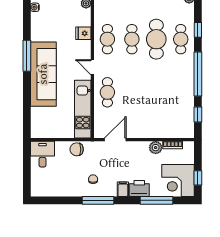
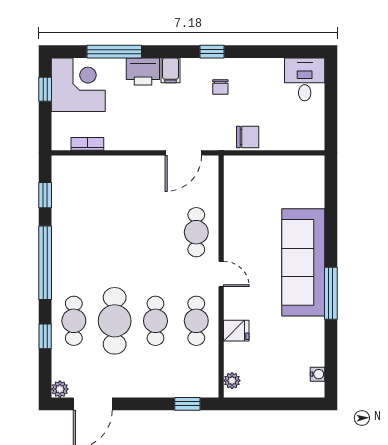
kitchen unit: (83, 109) -> (237, 204), removed
plant: (156, 148) -> (116, 140), removed
desk: (43, 154) -> (305, 79), moved, turned 180
window: (98, 200) -> (212, 52), width x0.46

